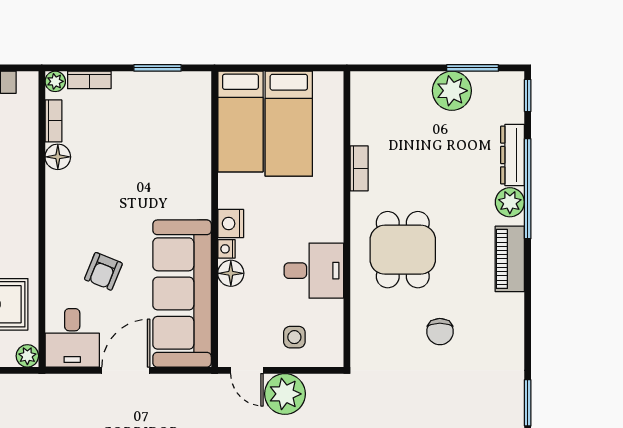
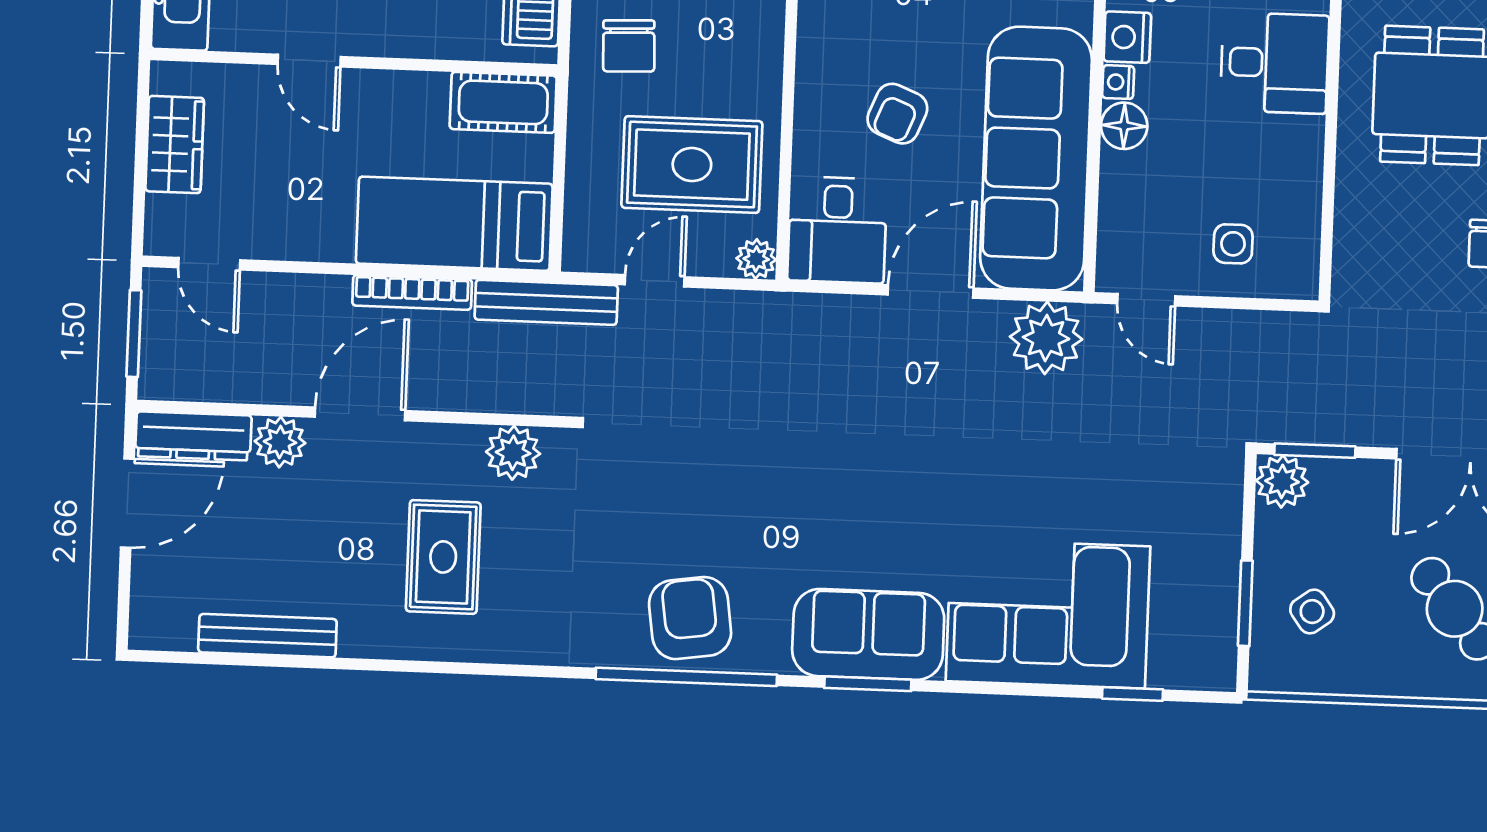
desk: (314, 271) -> (1275, 63), moved
plant: (285, 394) -> (1046, 338), moved

